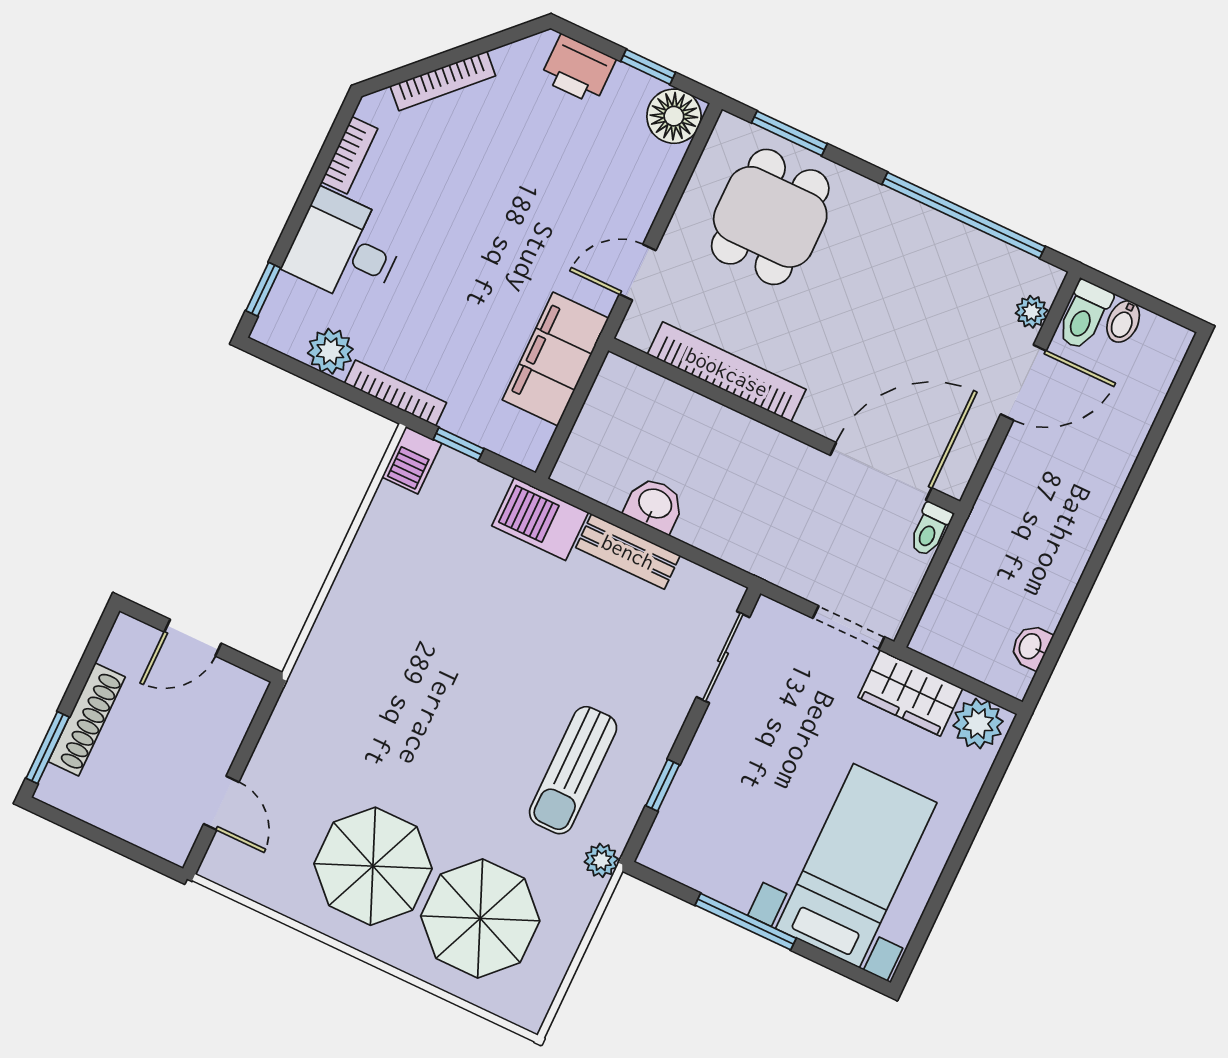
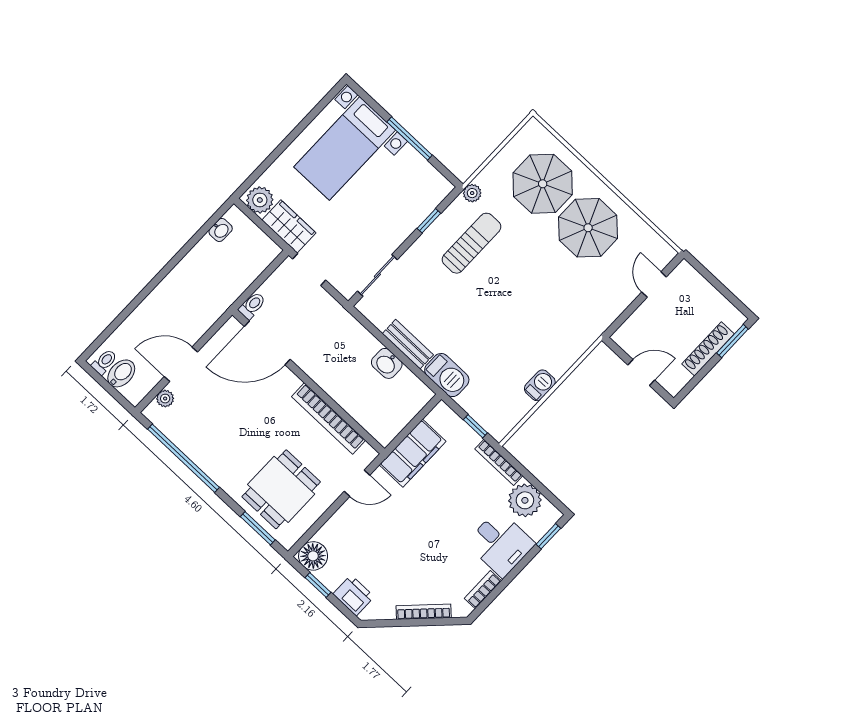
toilet: (1084, 315) -> (104, 362), moved, width x0.73, depth x0.72
bidet: (1123, 322) -> (121, 373), width x1.38, depth x1.36
plant: (330, 351) -> (525, 500), width x1.36, depth x1.36
barbecue: (412, 460) -> (540, 385), moved

